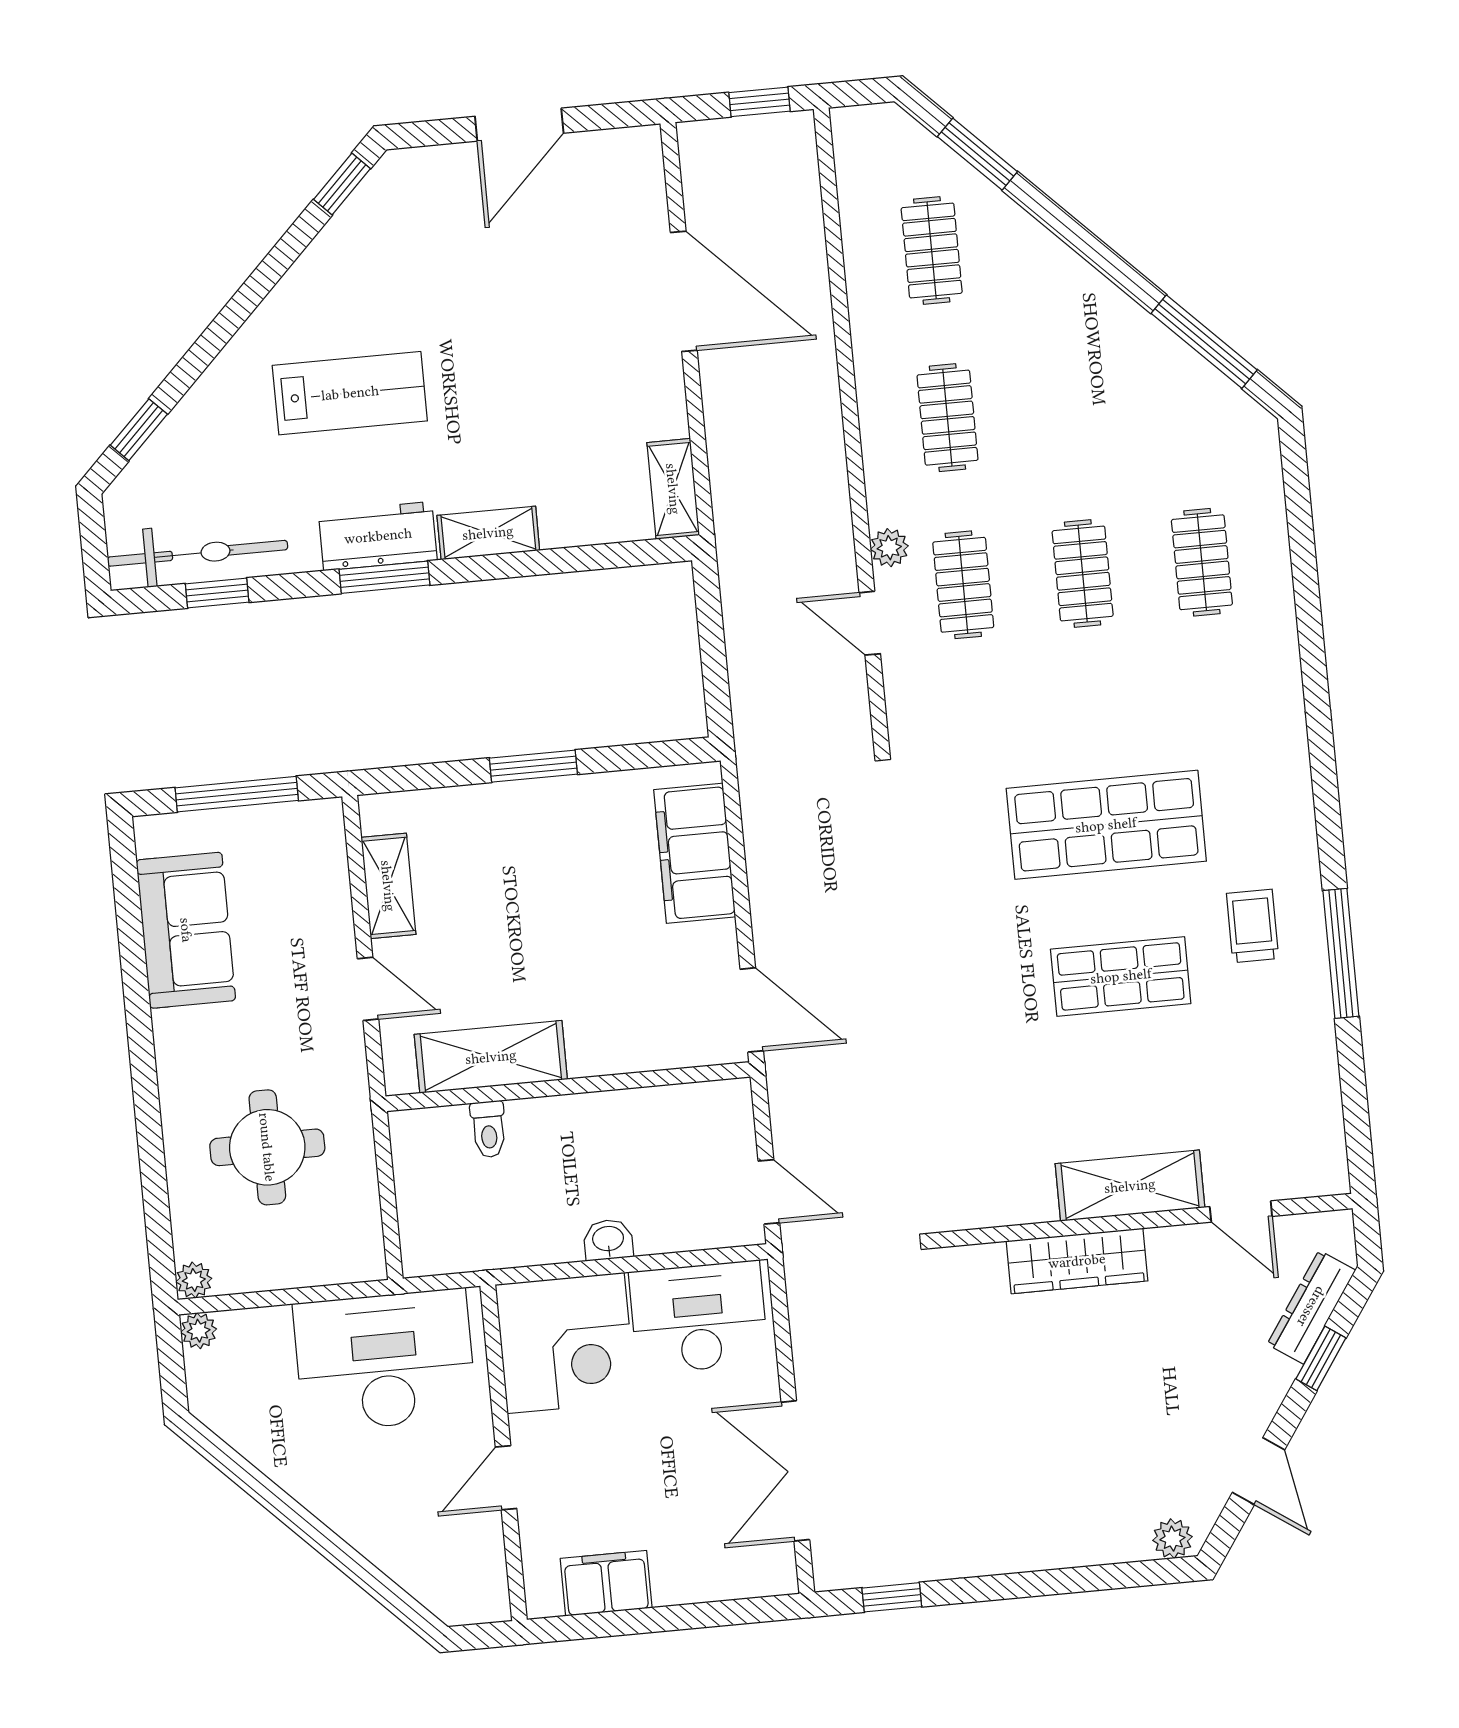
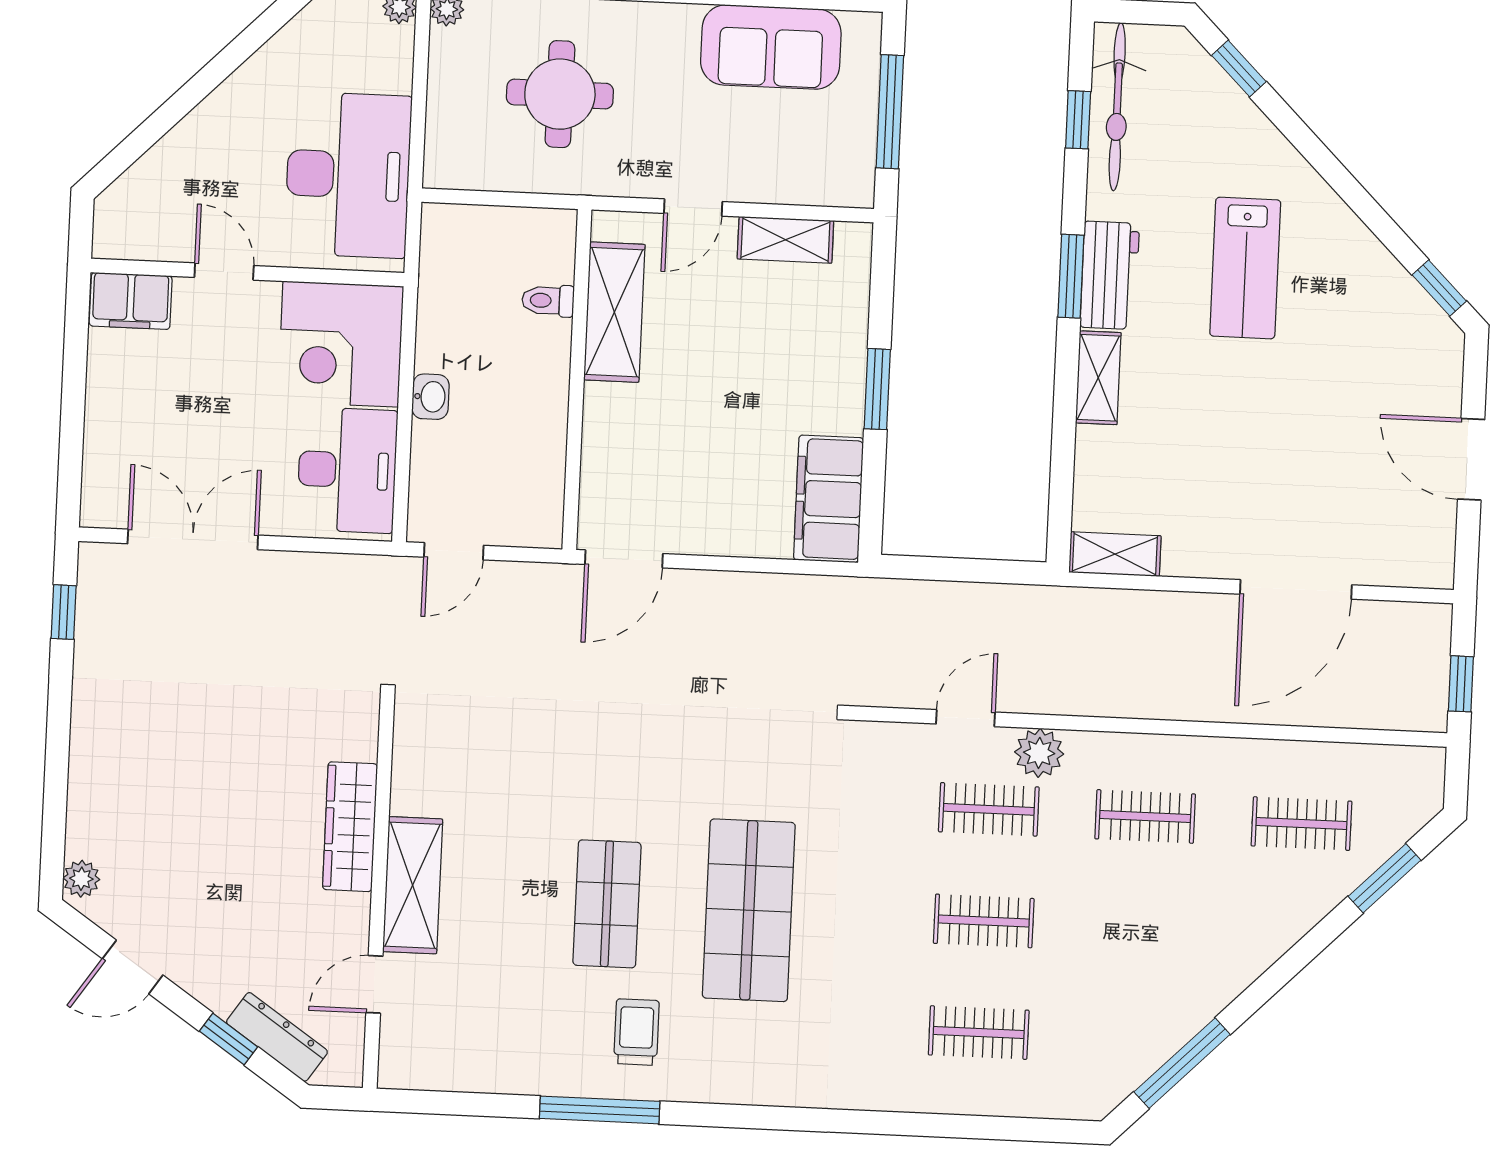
plant: (889, 548) -> (1039, 753), width x1.38, depth x1.38
filing cabinet: (695, 853) -> (829, 499), moved, turned -90
trolley: (1252, 926) -> (636, 1032), turned -90
filing cabinet: (606, 1583) -> (131, 301), moved, turned 90

